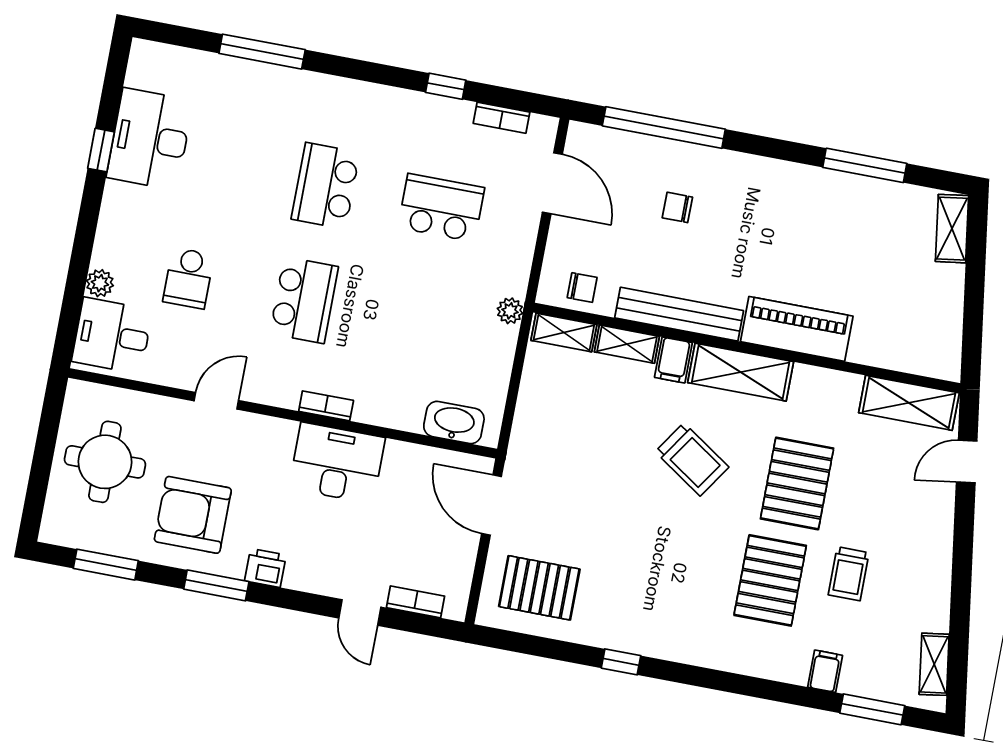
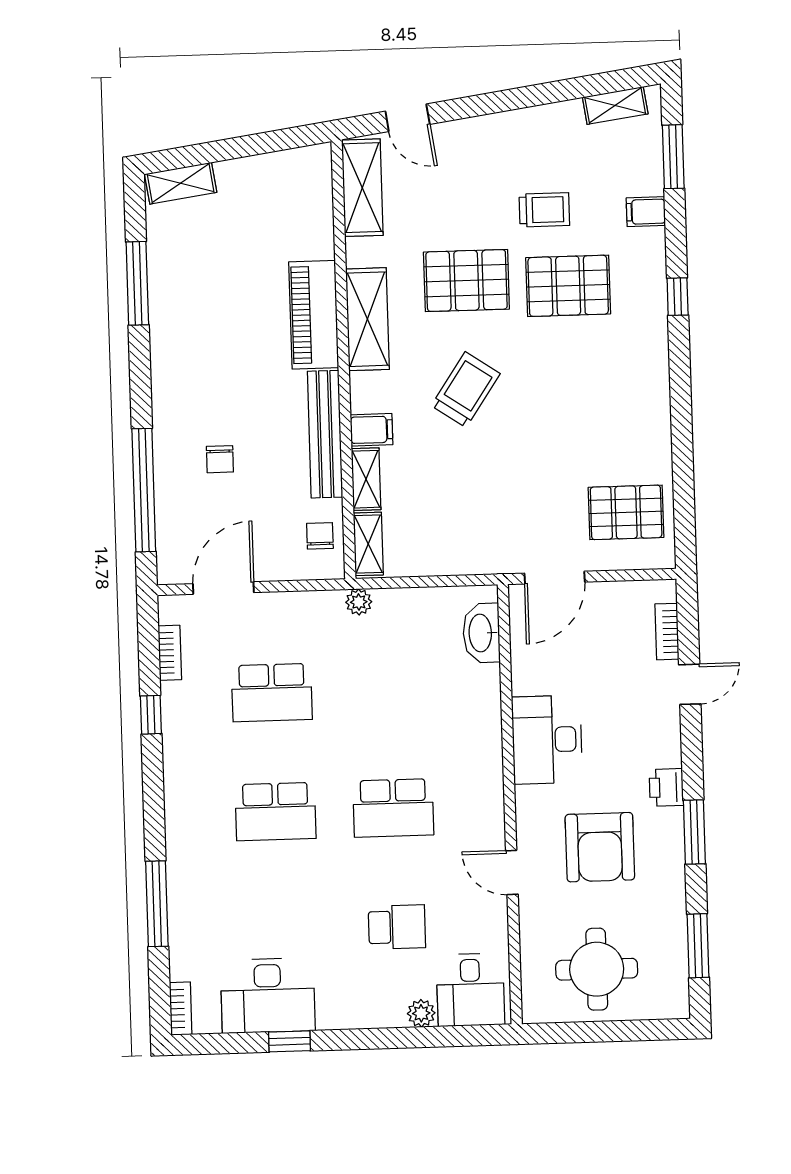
school desk: (441, 208) -> (272, 693), turned -90
school desk: (304, 300) -> (393, 808), turned 180
shelving: (741, 372) -> (367, 319), moved
bookcase: (326, 406) -> (181, 1008), moved, turned 180
armchair: (193, 515) -> (600, 847), moved
pallet: (539, 588) -> (626, 512), turned 90
window: (621, 662) -> (678, 297), moved

